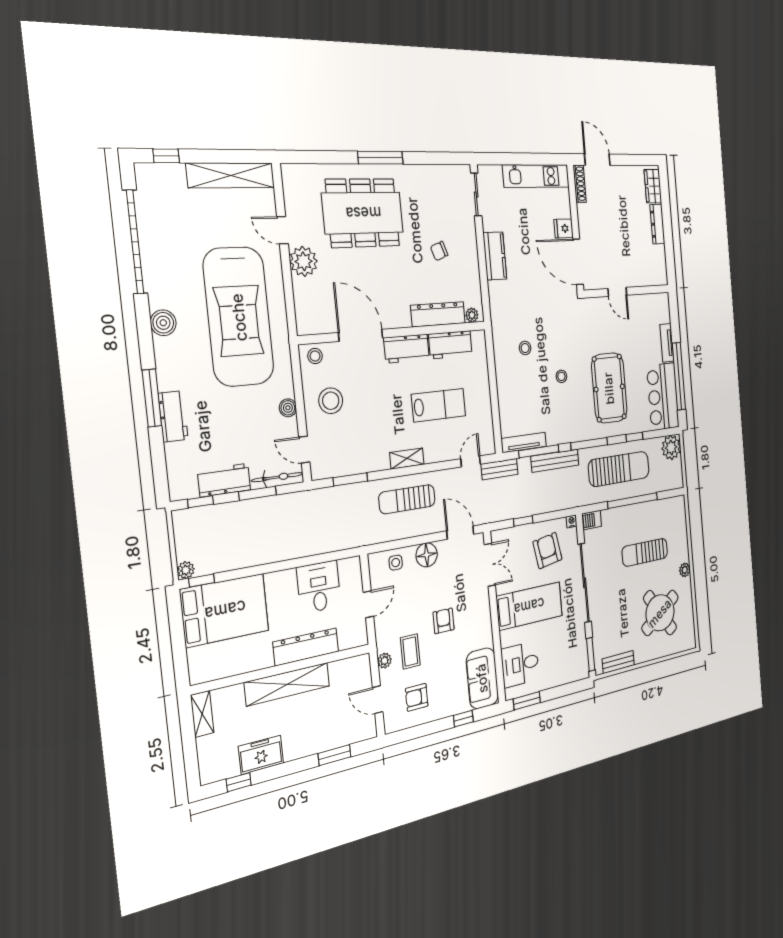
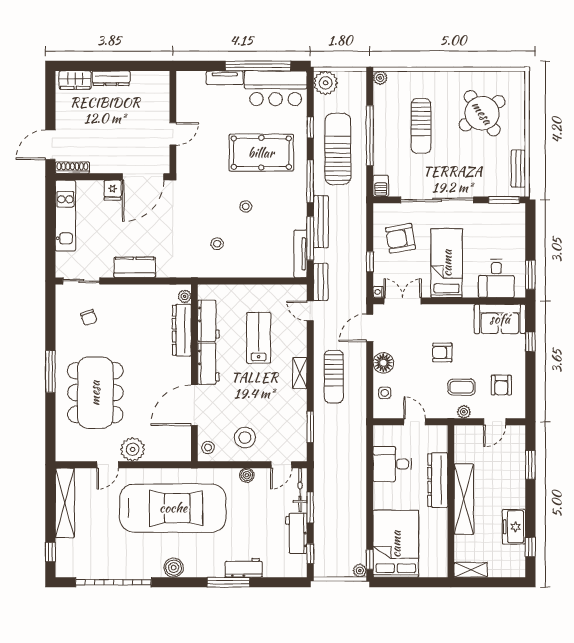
chair: (439, 251) -> (89, 318), moved
nightstand: (572, 521) -> (378, 292), moved
plant: (685, 570) -> (380, 78), moved

